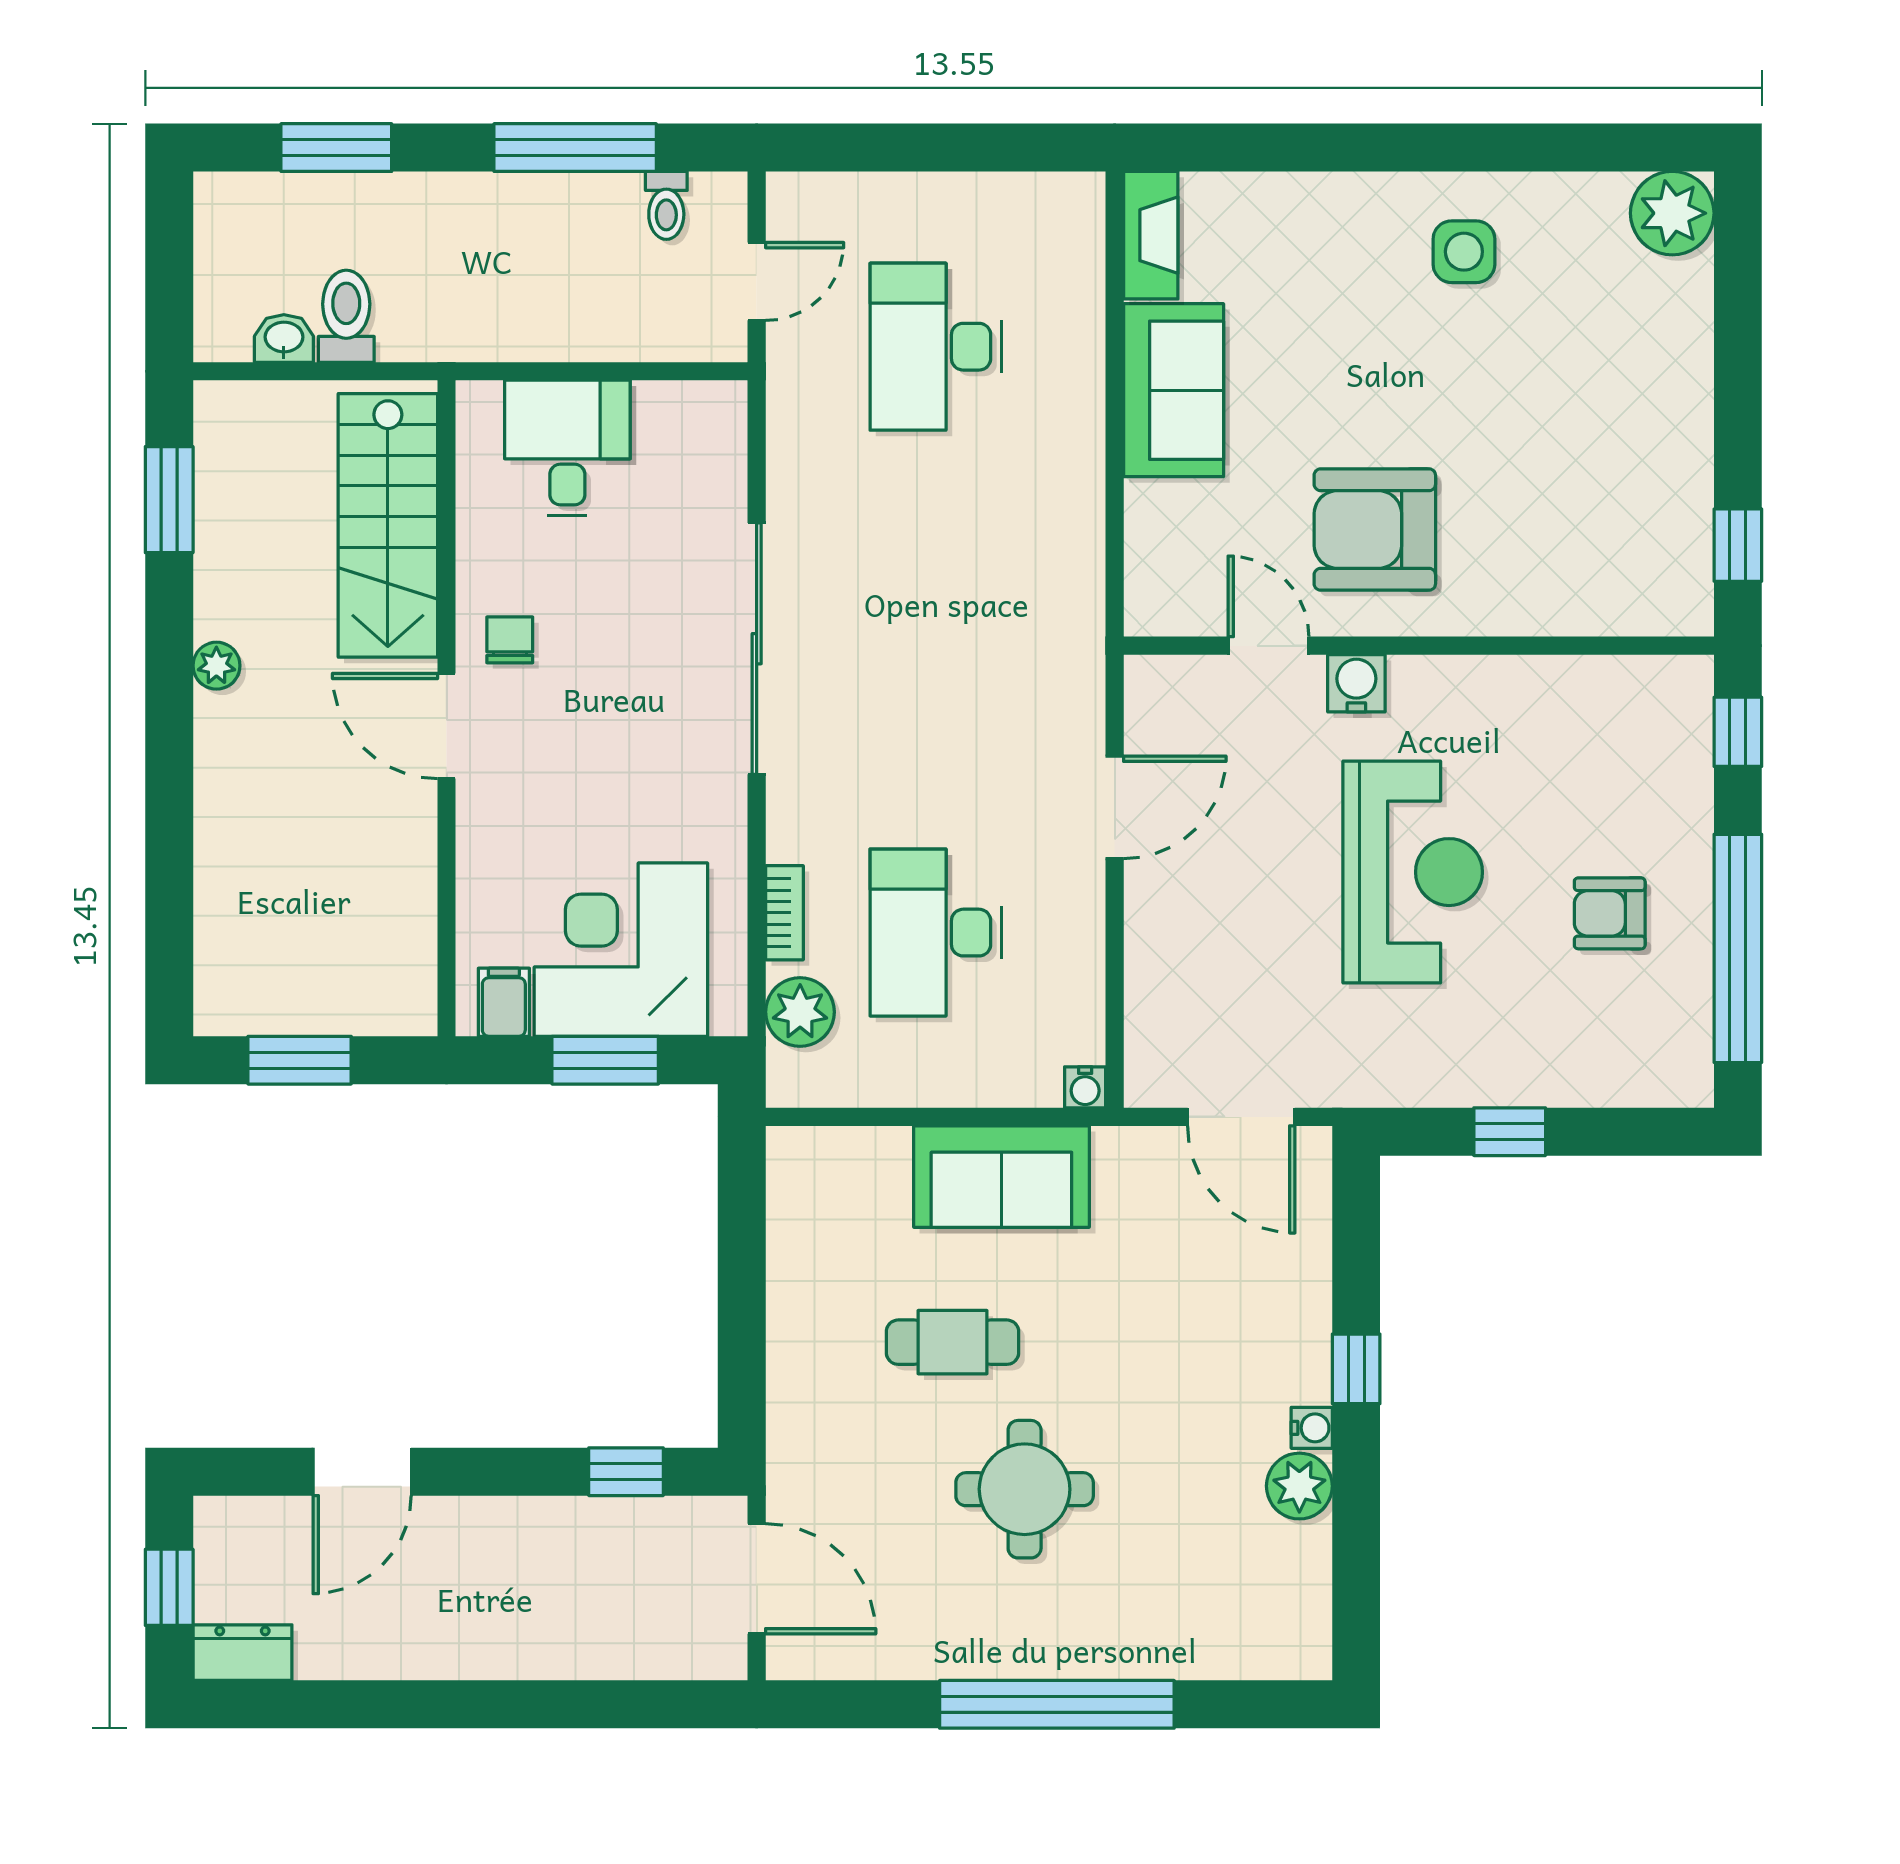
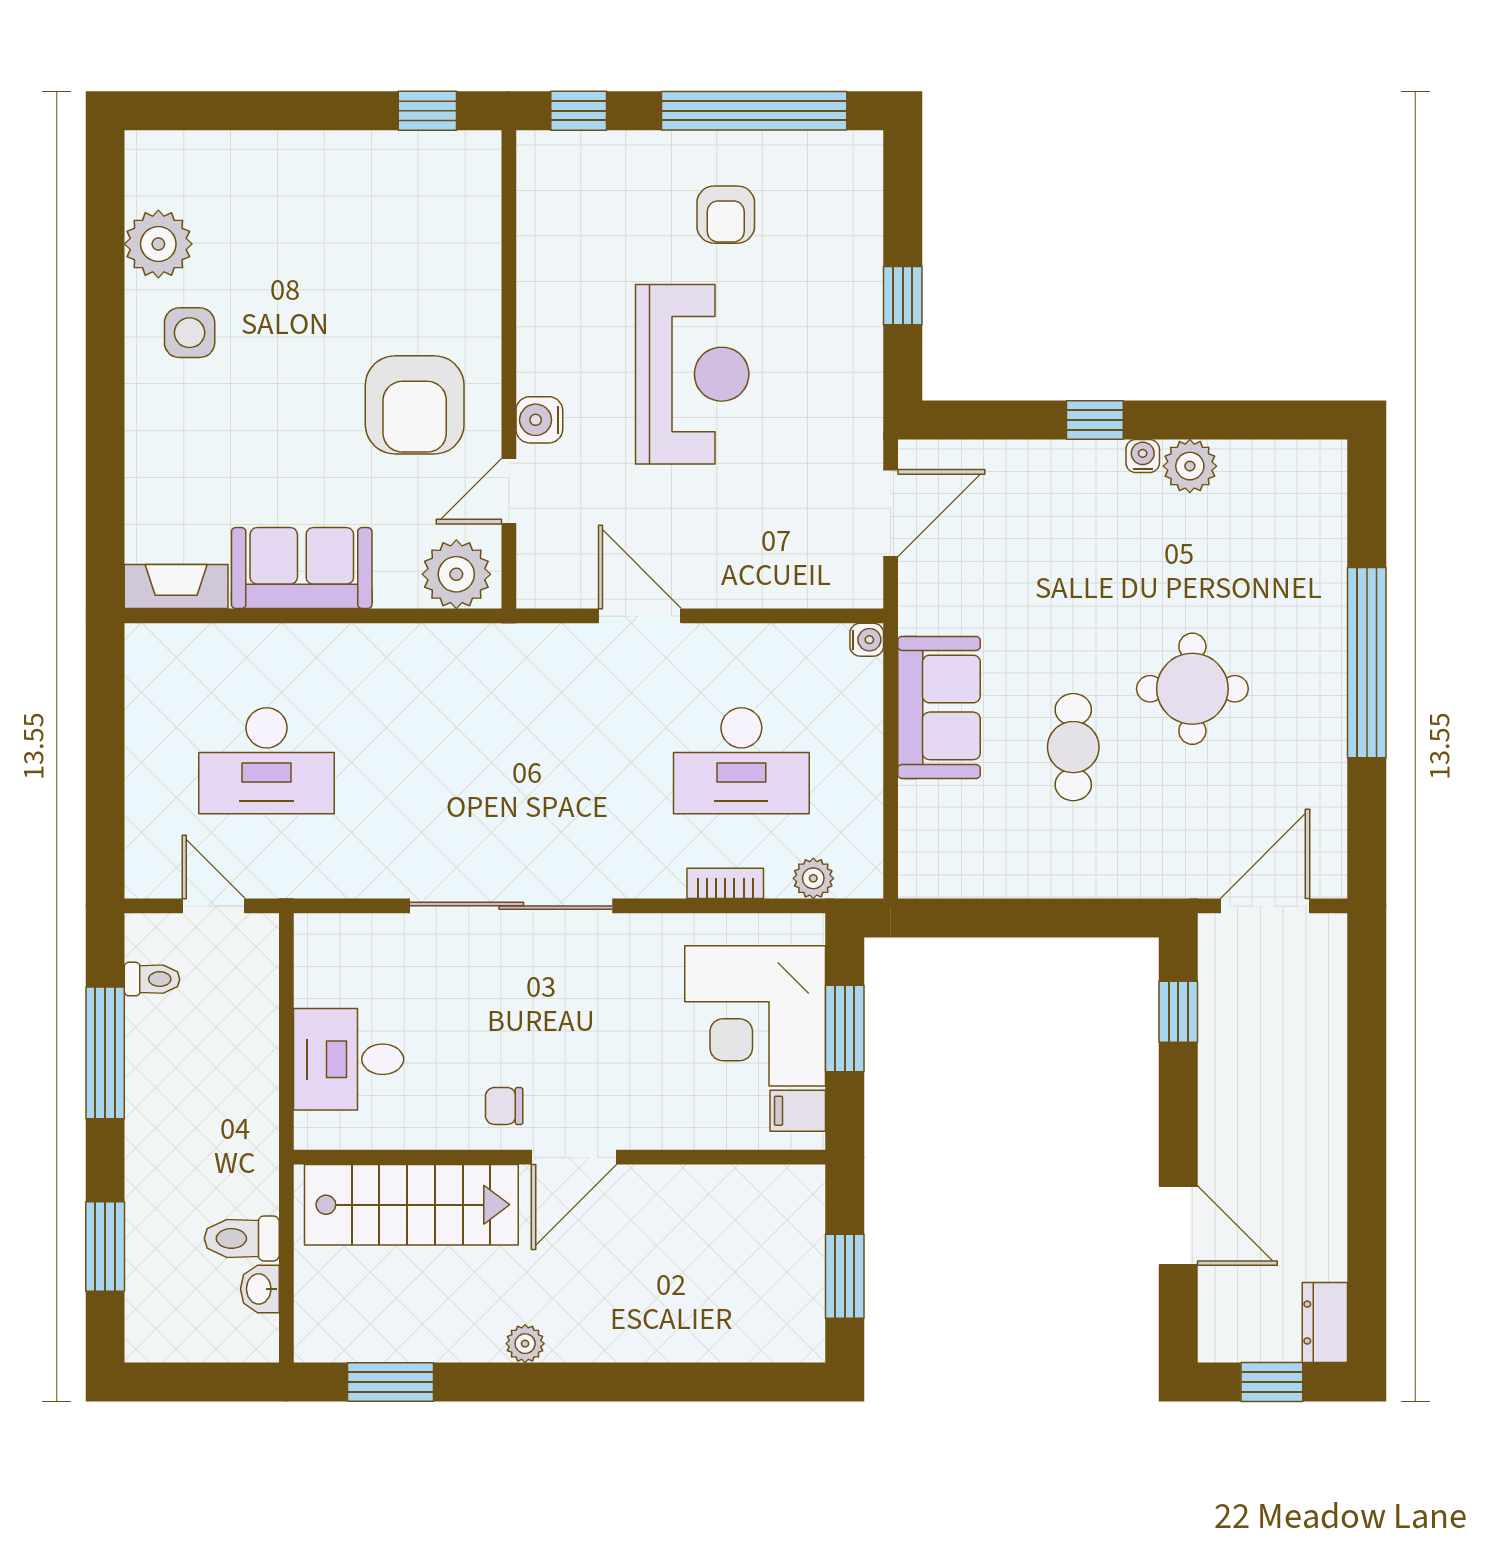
plant: (1672, 213) -> (158, 244), moved
plant: (1166, 581) -> (456, 574), added
reception desk: (1413, 872) -> (692, 374), turned 90
plant: (800, 1012) -> (813, 878), width x0.73, depth x0.73

